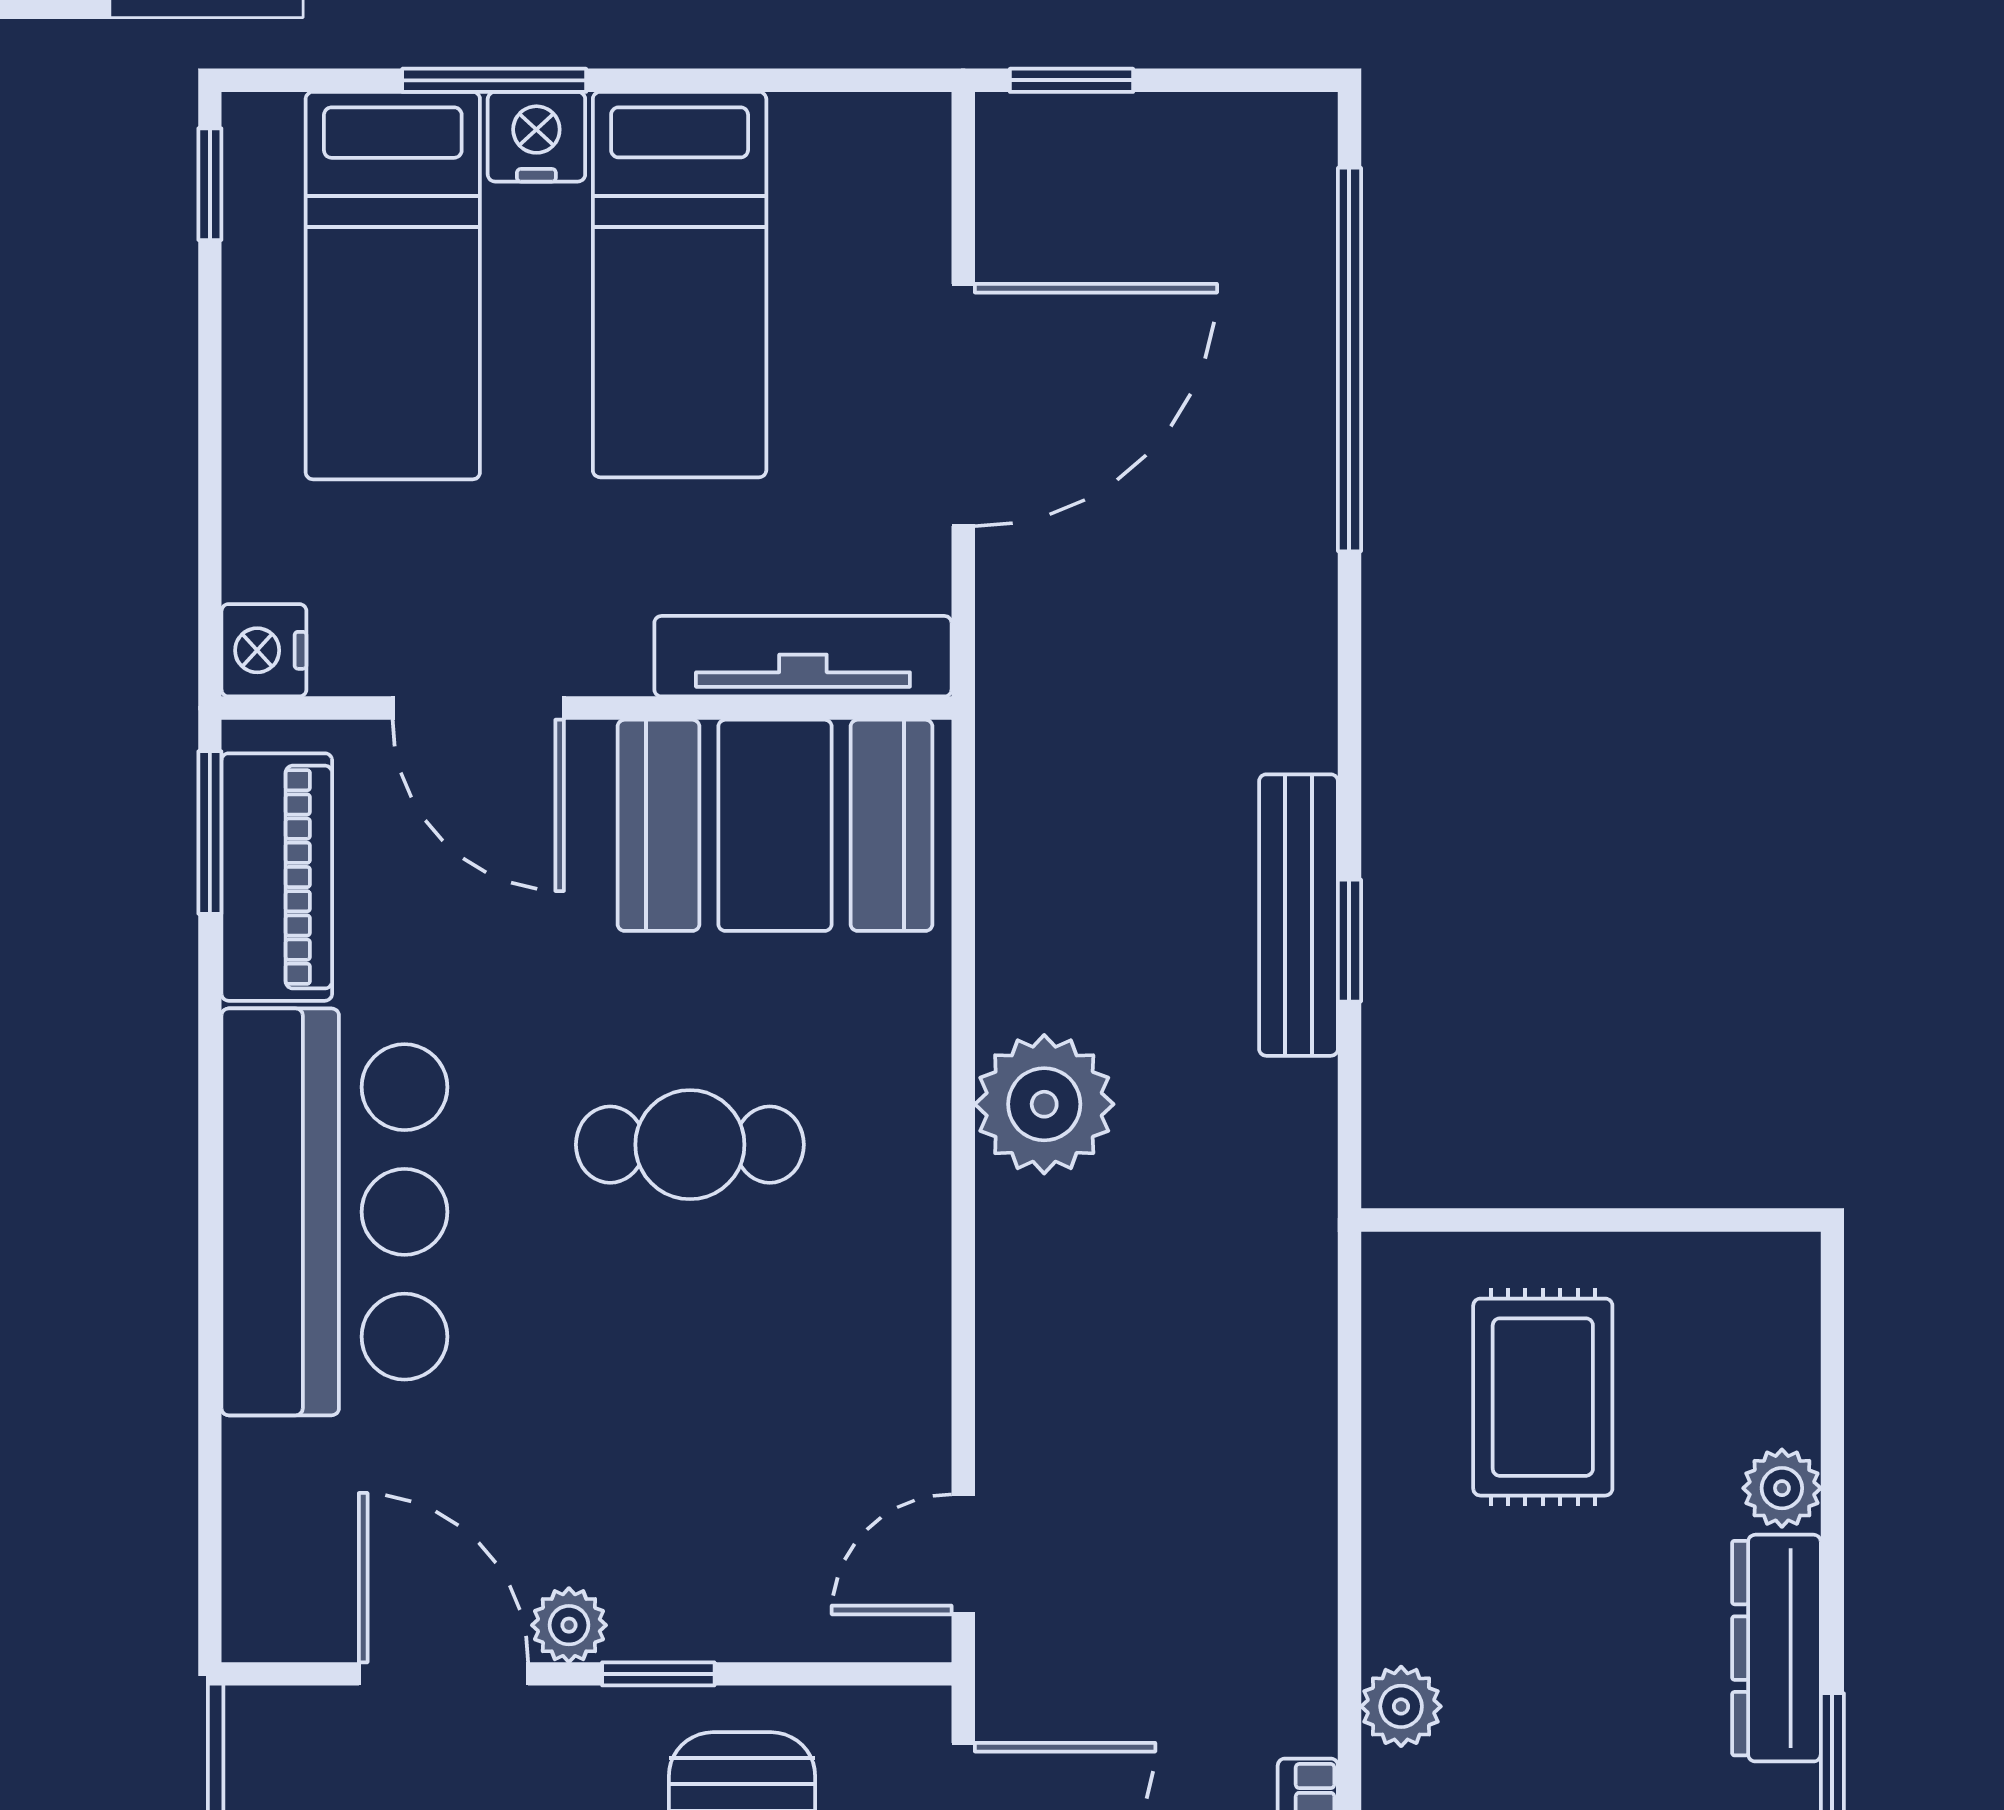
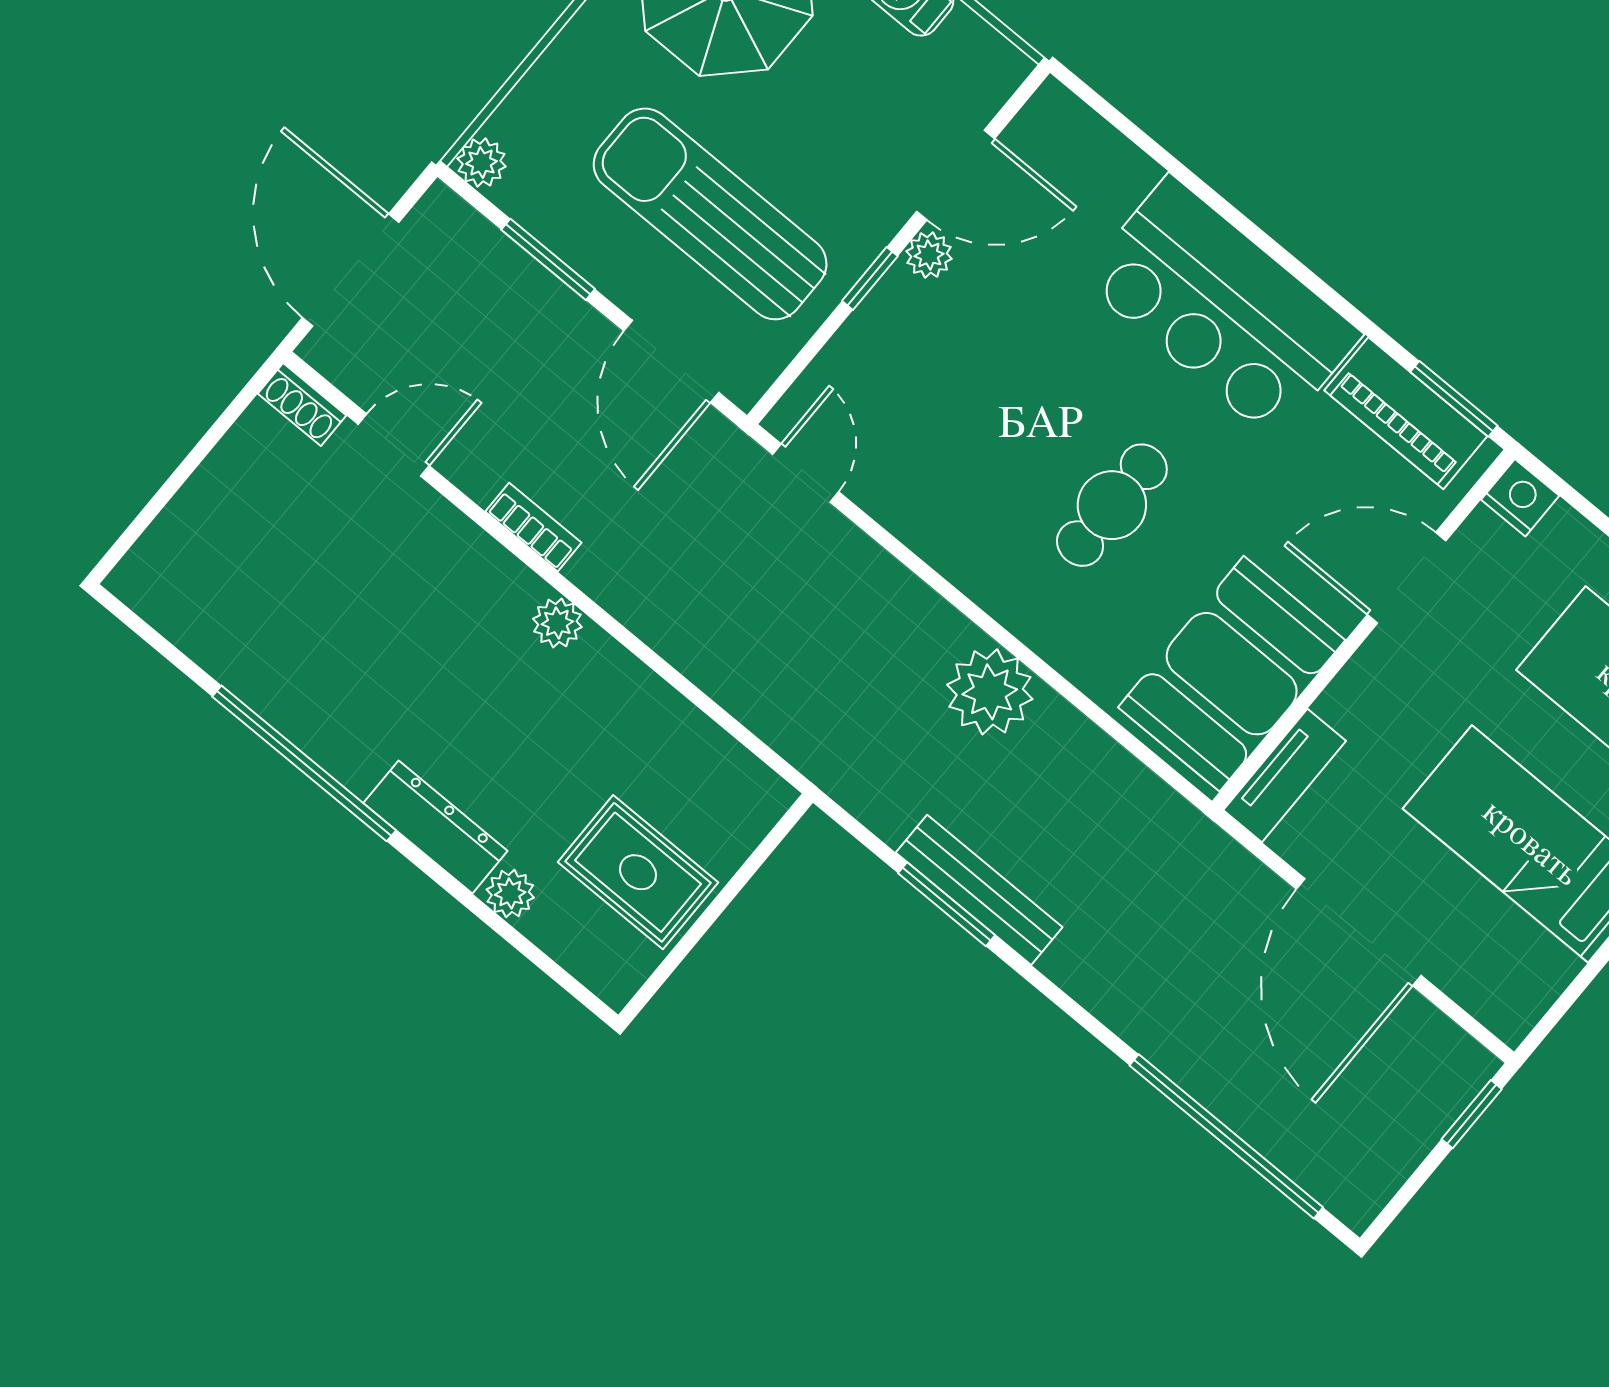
tv unit: (803, 656) -> (1285, 776), width x0.71
window: (1349, 941) -> (947, 904), width x1.50
rug: (1543, 1397) -> (638, 872), moved

